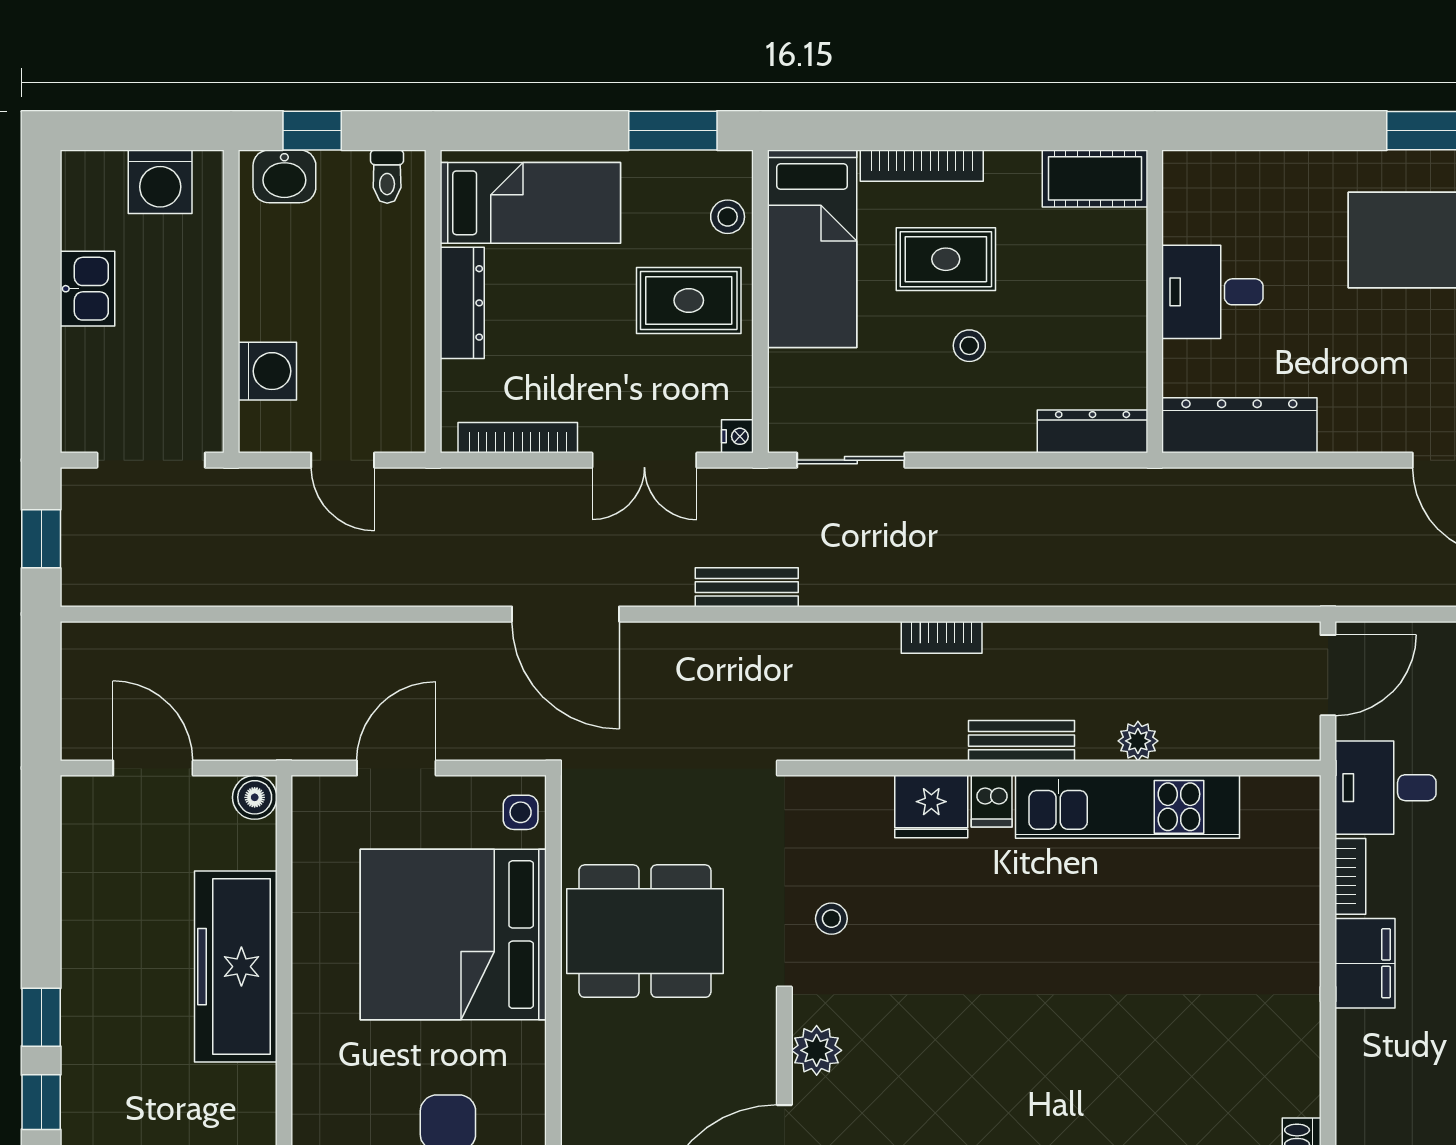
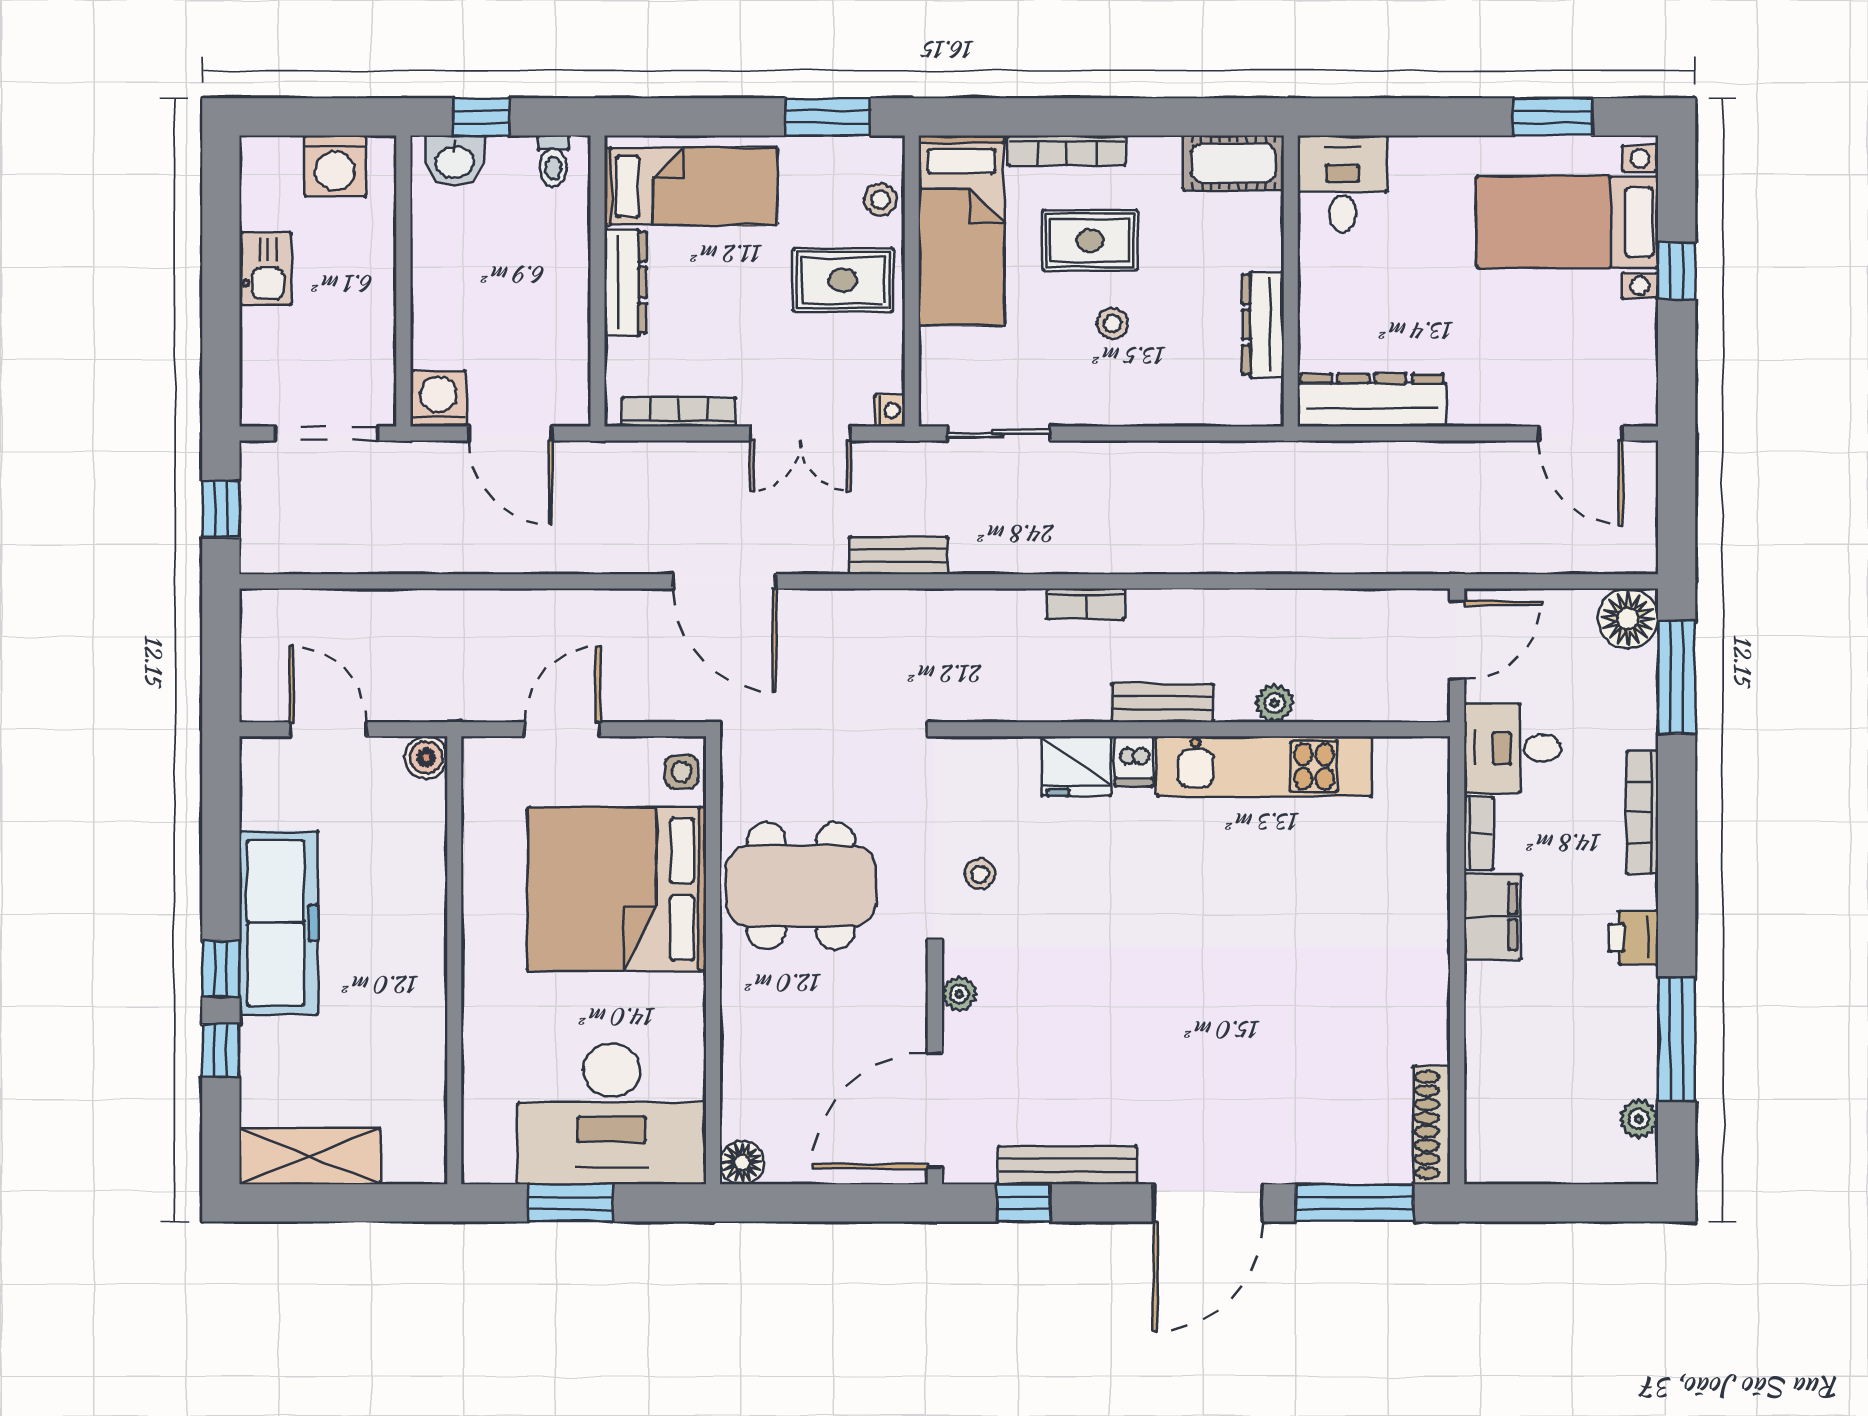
desk: (1212, 292) -> (1343, 184), moved, turned 90
washing machine: (267, 371) -> (438, 399), moved, turned -90
dresser: (1093, 431) -> (1263, 325), moved, turned -90
door: (343, 460) -> (511, 433), width x1.38
freezer: (236, 967) -> (279, 923), moved, turned 180
plant: (817, 1050) -> (959, 994), width x0.73, depth x0.73

